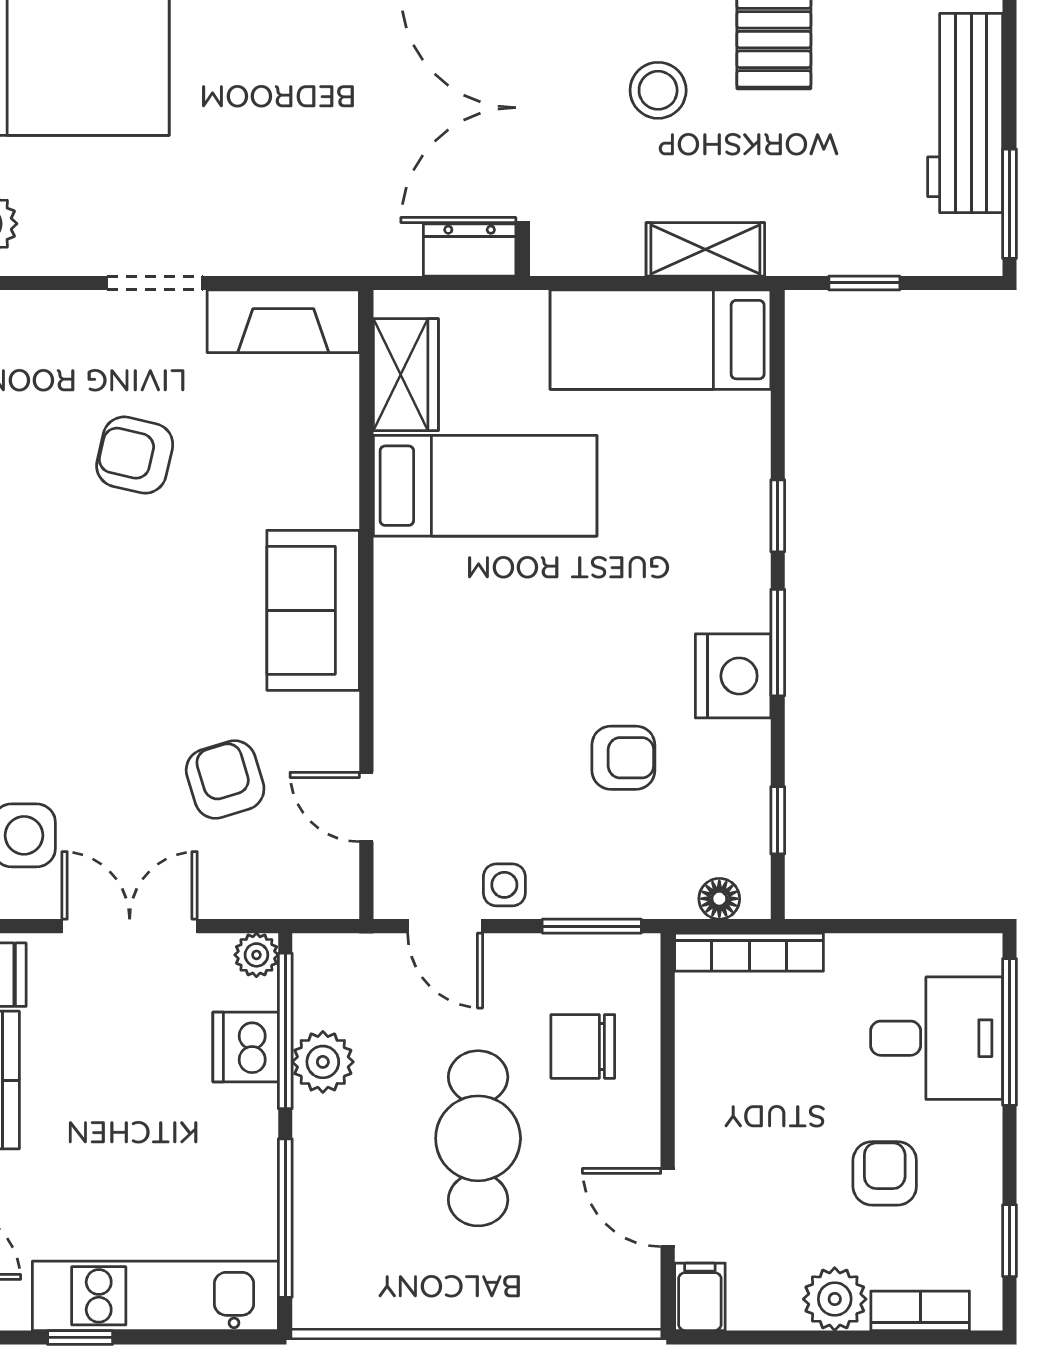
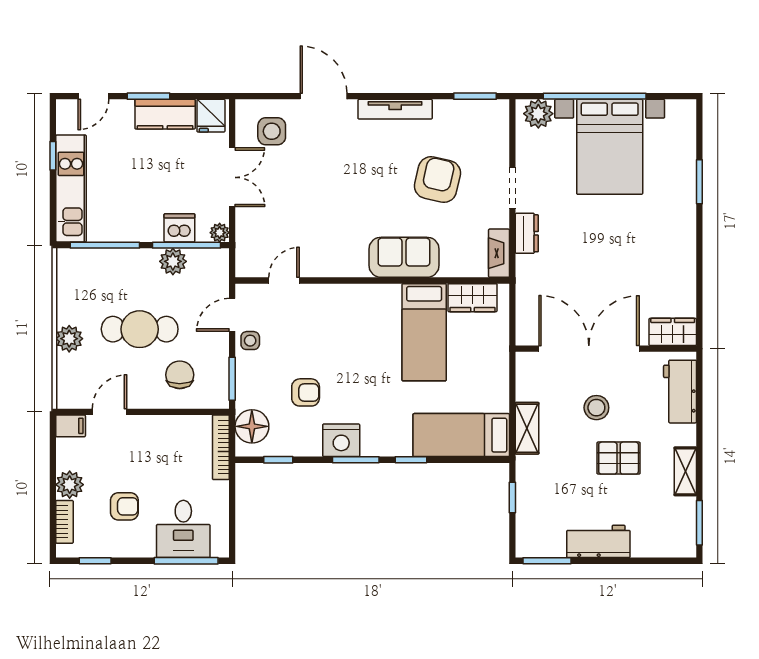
workbench: (965, 113) -> (598, 541), width x0.73
dresser: (470, 250) -> (527, 233), moved
fireplace: (283, 321) -> (499, 253), width x0.73, depth x0.76
bed: (660, 340) -> (461, 435), moved, turned -90
armchair: (135, 455) -> (437, 179), width x1.38, depth x1.38
sofa: (313, 610) -> (404, 257), moved
armchair: (623, 758) -> (306, 392), turned -90
armchair: (225, 779) -> (296, 219), removed
floor lamp: (719, 899) -> (252, 426), width x1.89, depth x1.89
plant: (500, 1300) -> (69, 339), added

